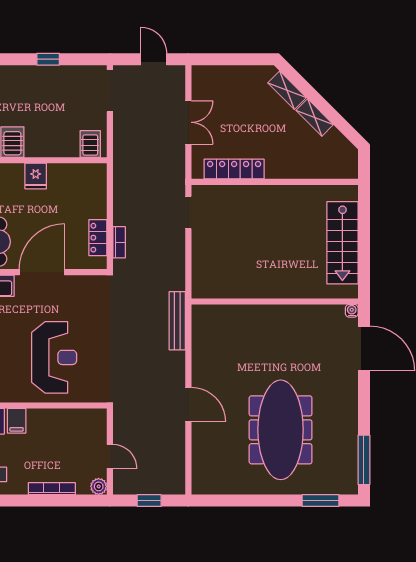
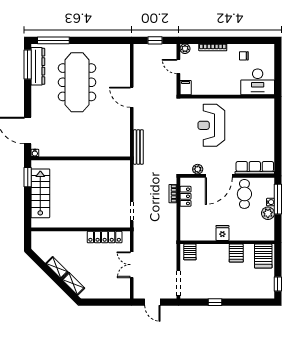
window: (364, 270) -> (28, 177), added
plant: (77, 283) -> (198, 169), added
filing cabinet: (17, 421) -> (186, 88), moved
dresser: (347, 457) -> (38, 66), added
window: (321, 501) -> (53, 40), width x1.44

